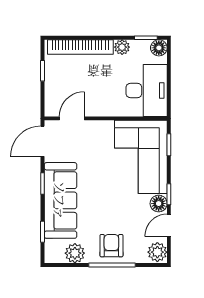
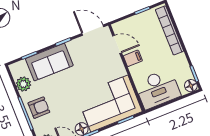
plant: (122, 47) -> (181, 60), removed
filing cabinet: (97, 106) -> (133, 58), added
sofa: (60, 200) -> (49, 62), width x0.73

